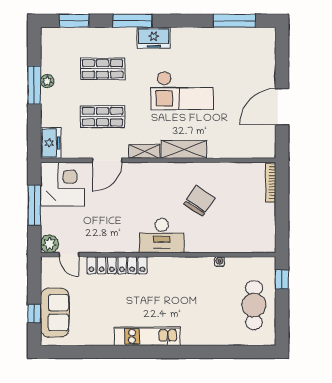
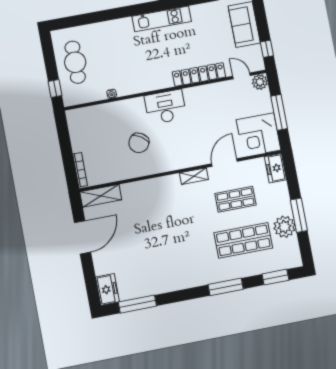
freezer: (154, 38) -> (107, 289), moved, turned 90
shop shelf: (102, 69) -> (243, 240), width x1.43, depth x1.36
plant: (47, 81) -> (284, 227), width x1.87, depth x1.87
checkout: (182, 91) -> (171, 235), removed
shelving: (184, 149) -> (101, 196), moved
window: (34, 313) -> (267, 49), moved

